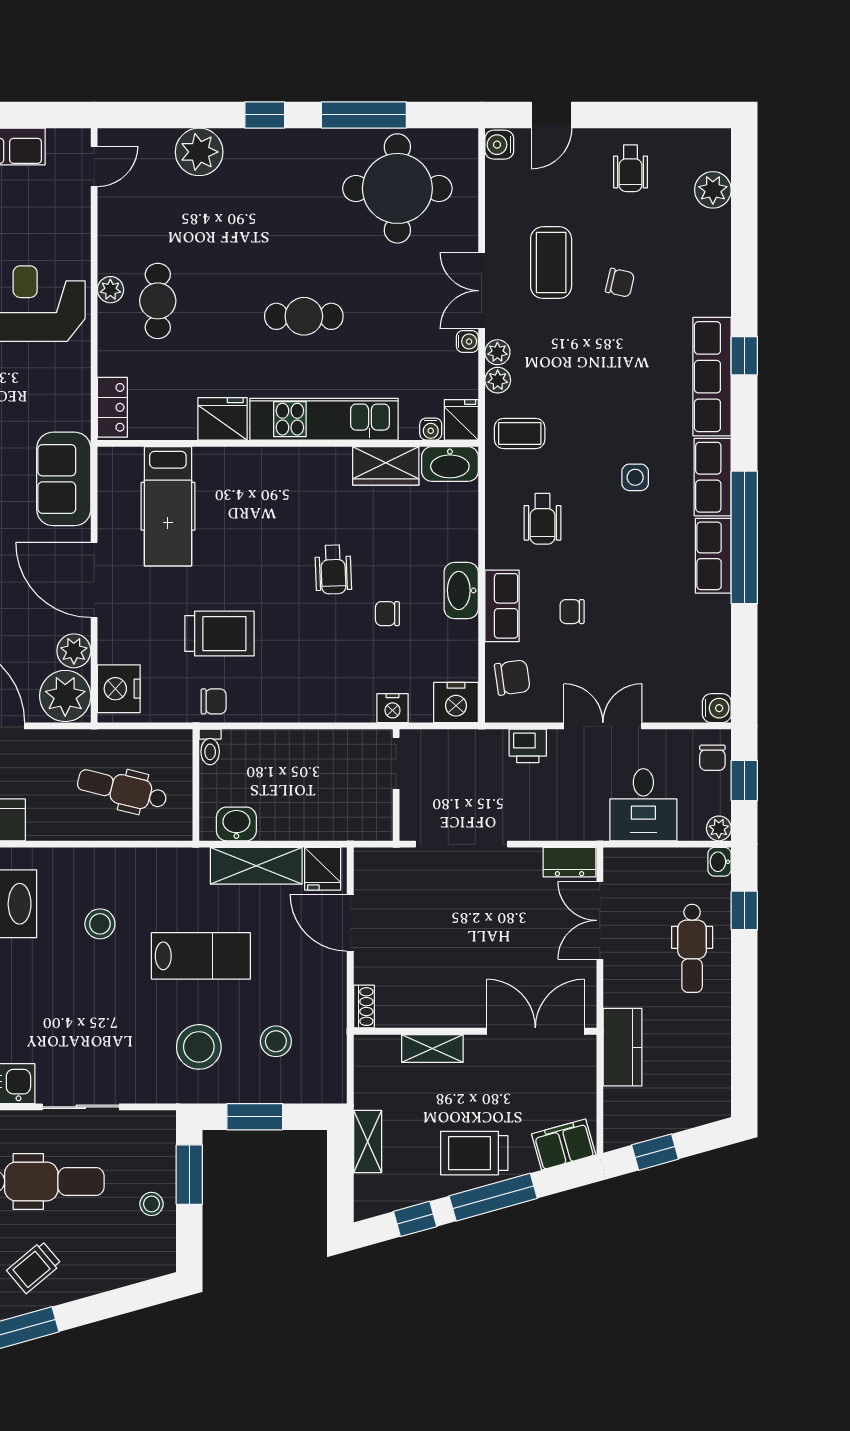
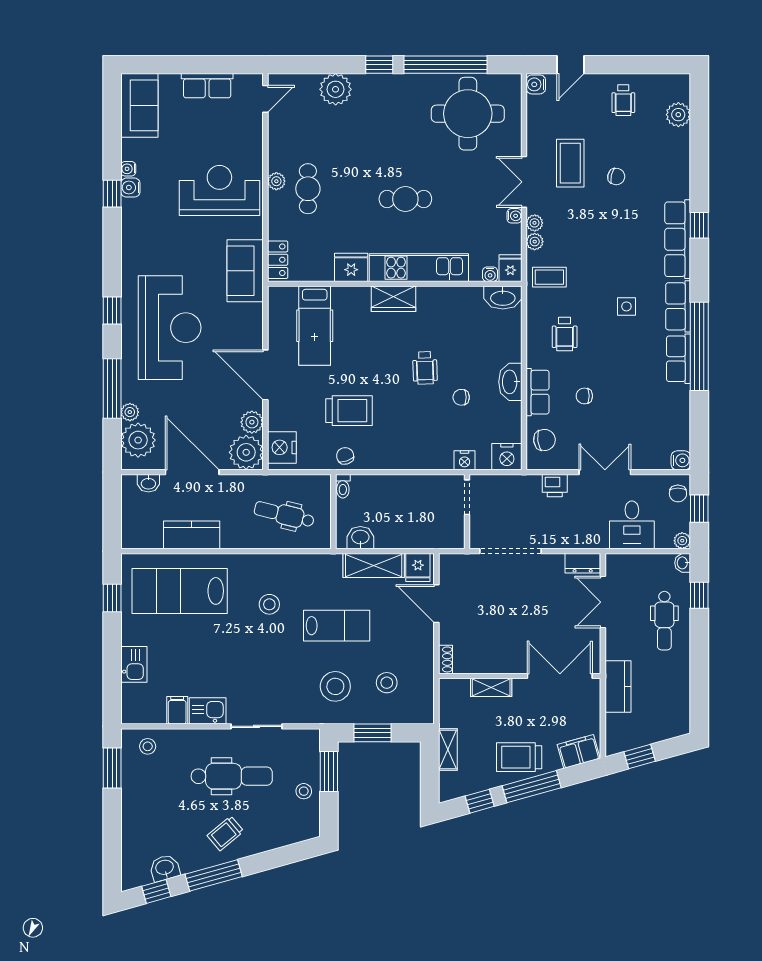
window: (364, 115) -> (445, 65), width x1.46
wardrobe: (386, 466) -> (394, 299), moved
sofa: (64, 479) -> (245, 271), moved
chair: (214, 701) -> (345, 456), turned -108

